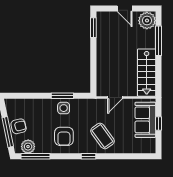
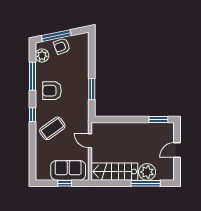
plant: (147, 21) -> (147, 172), moved
side table: (64, 108) -> (80, 90), removed
armchair: (19, 126) -> (62, 46), turned 83
window: (35, 156) -> (32, 76), moved

